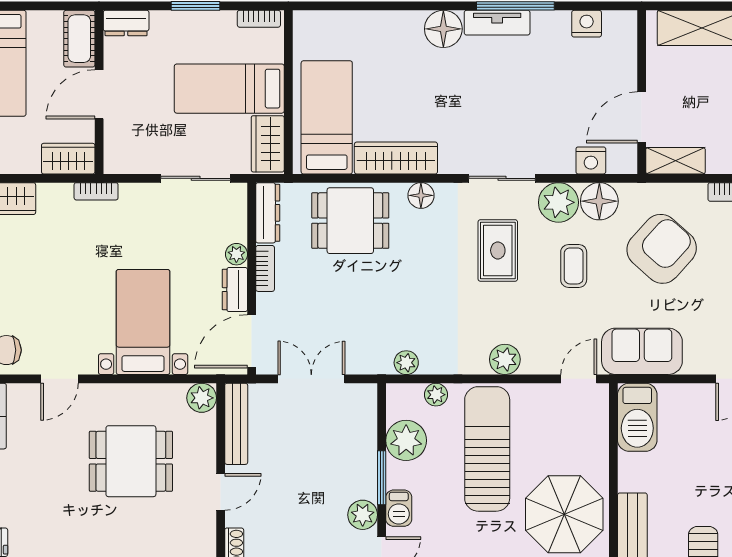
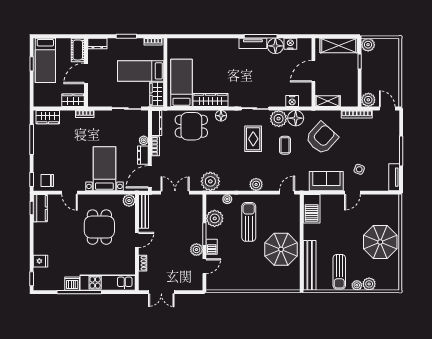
floor lamp: (443, 29) -> (275, 46), moved
door: (642, 117) -> (313, 71), moved
sofa: (642, 351) -> (326, 181), moved
plant: (406, 363) -> (210, 181), width x1.88, depth x1.88
door: (59, 379) -> (69, 193), hinge flipped
sun lounger: (487, 449) -> (249, 222), width x0.73, depth x0.75
dining table: (131, 461) -> (99, 227), turned 90

